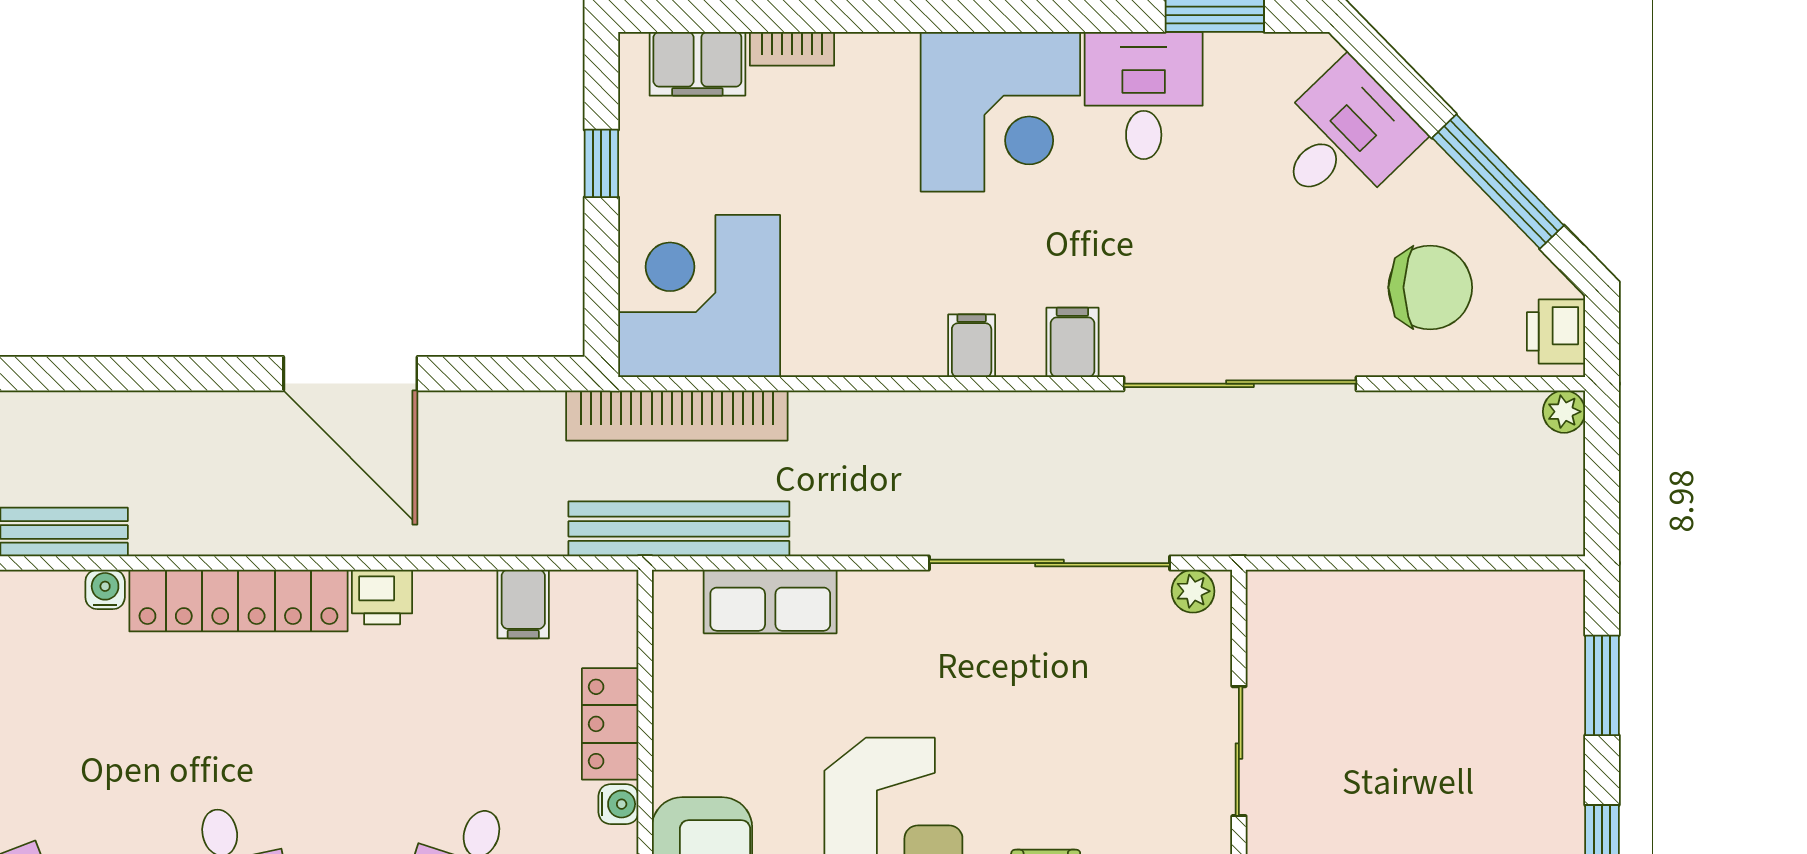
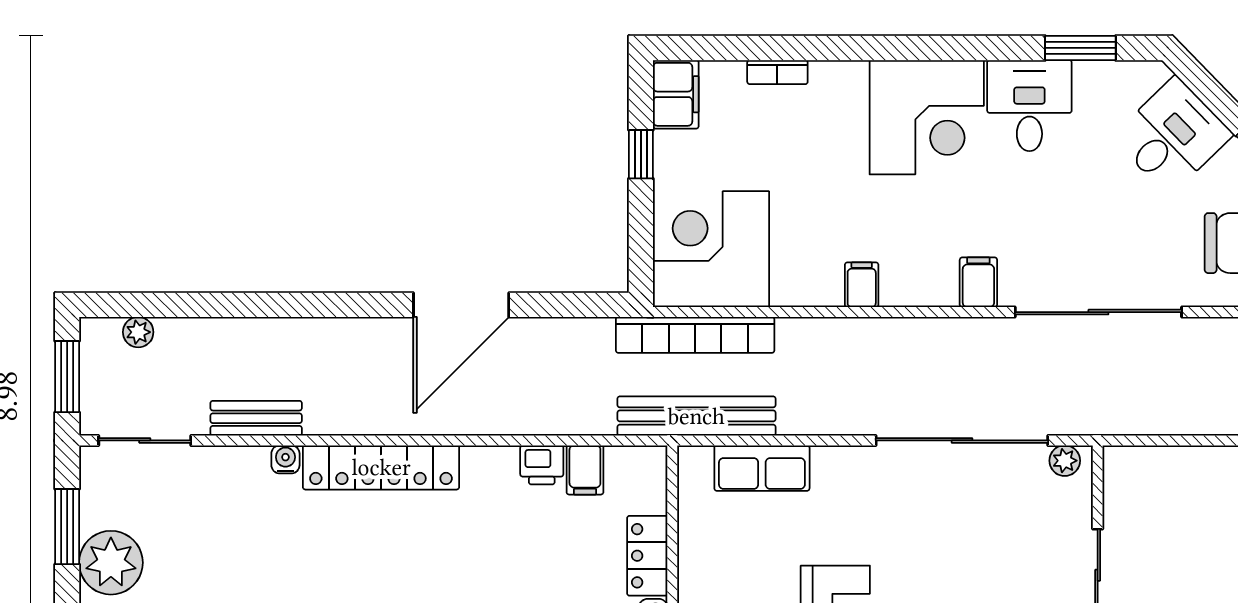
filing cabinet: (697, 64) -> (676, 94), moved, turned -90
filing cabinet: (972, 346) -> (862, 285), moved
door: (350, 374) -> (461, 305), hinge flipped
printer: (382, 597) -> (542, 465), moved

